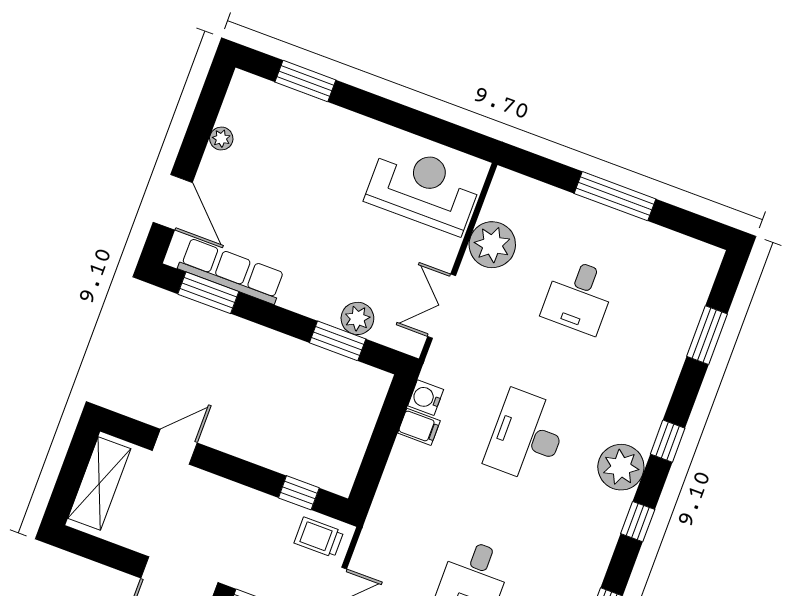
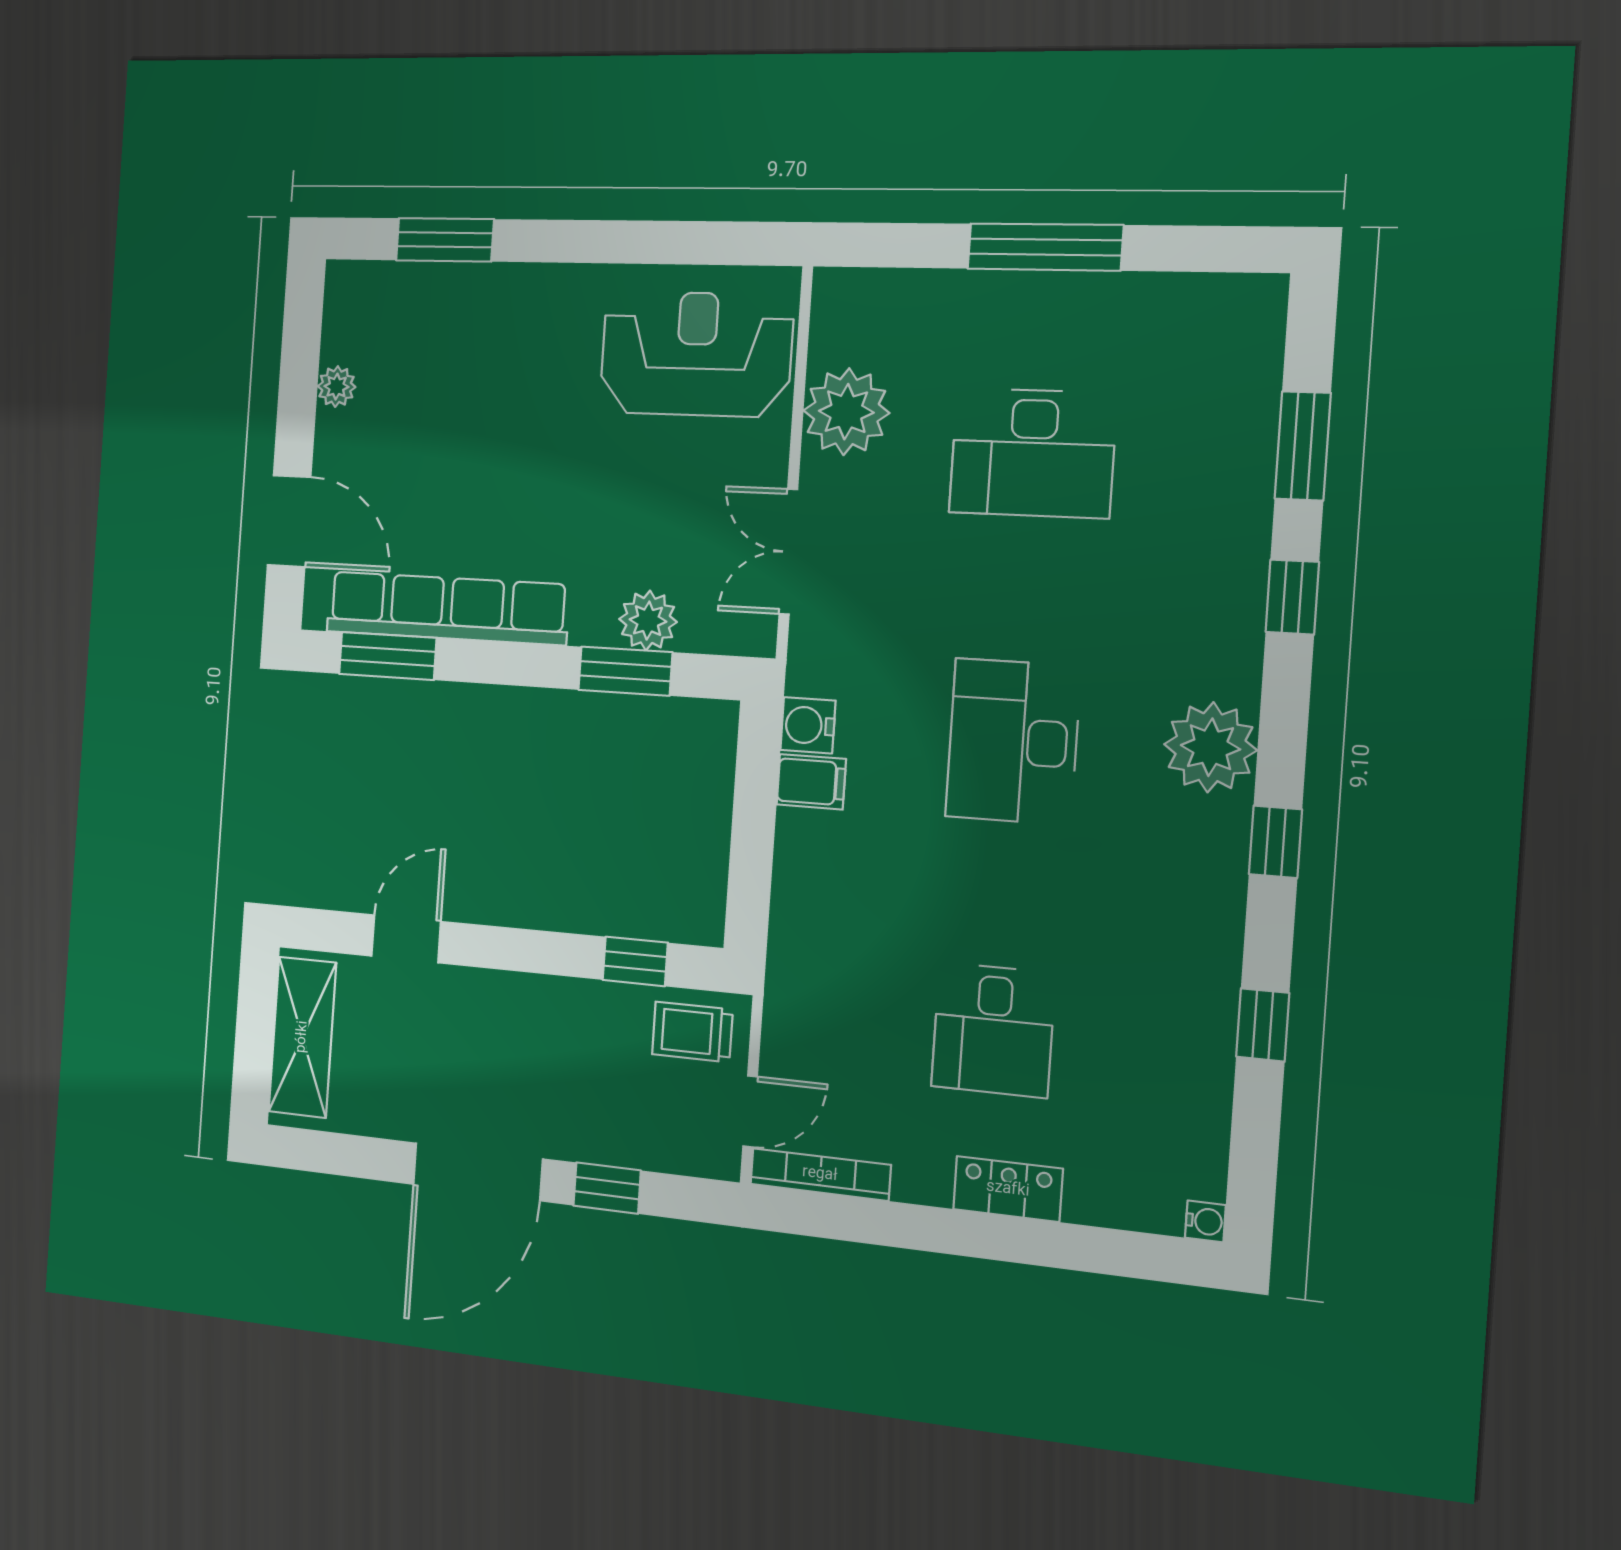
row of seats: (231, 271) -> (447, 608), width x1.36
desk: (579, 296) -> (1033, 453), width x1.37
window: (668, 441) -> (1292, 597), moved

